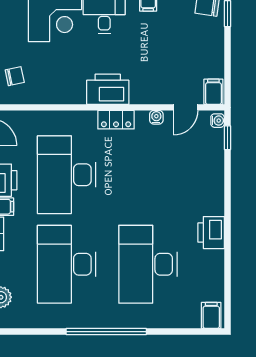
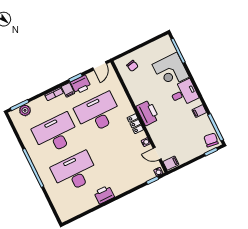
filing cabinet: (211, 315) -> (65, 214), removed

